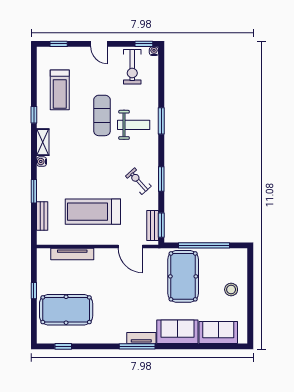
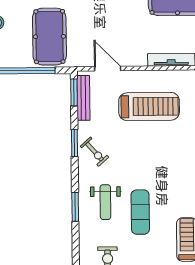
weight bench: (134, 125) -> (105, 202), turned -90
exercise bike: (138, 181) -> (95, 152), moved
bench: (153, 226) -> (83, 98), width x1.36

